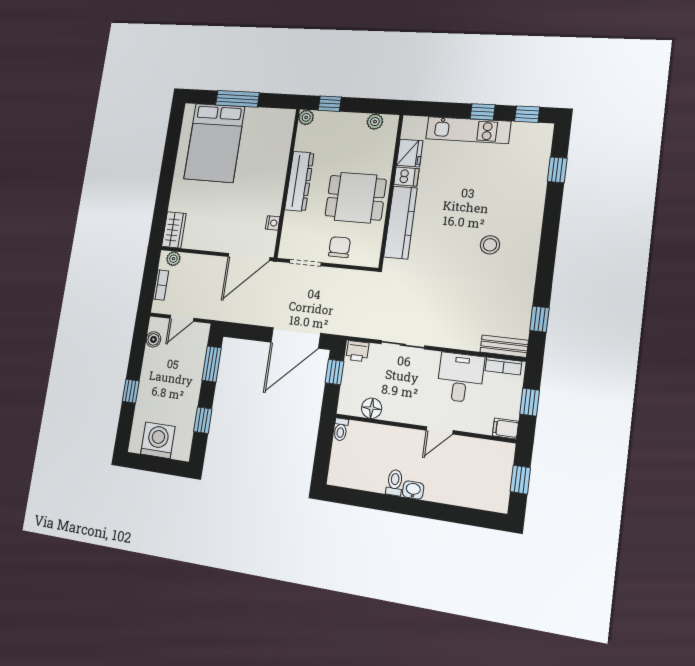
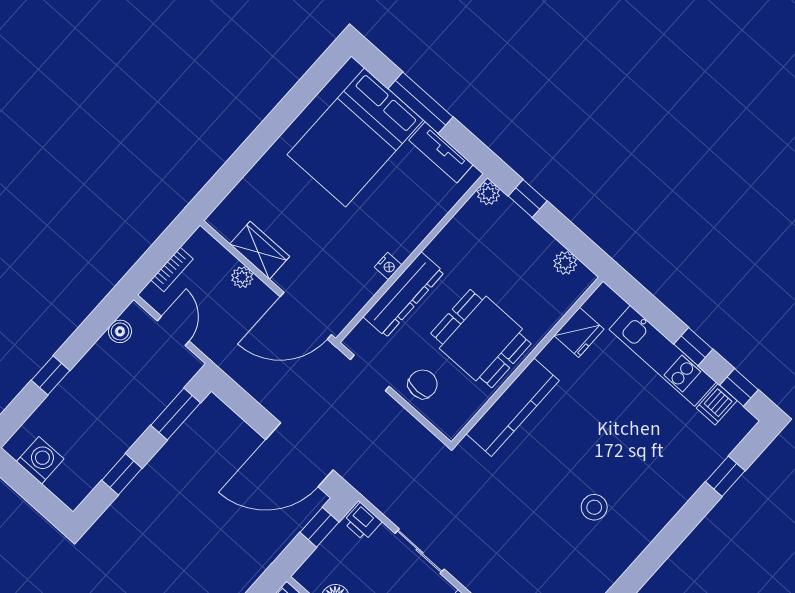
tv unit: (266, 116) -> (441, 152), added
dishwasher: (406, 177) -> (717, 404), moved, turned 90
dresser: (299, 181) -> (404, 295), moved
nightstand: (273, 223) -> (388, 266), moved
wardrobe: (174, 230) -> (260, 250), moved, turned -90
plant: (173, 259) -> (242, 277), moved
door: (182, 318) -> (173, 331), swing flipped
washing machine: (158, 440) -> (40, 460), width x0.73, depth x0.73

